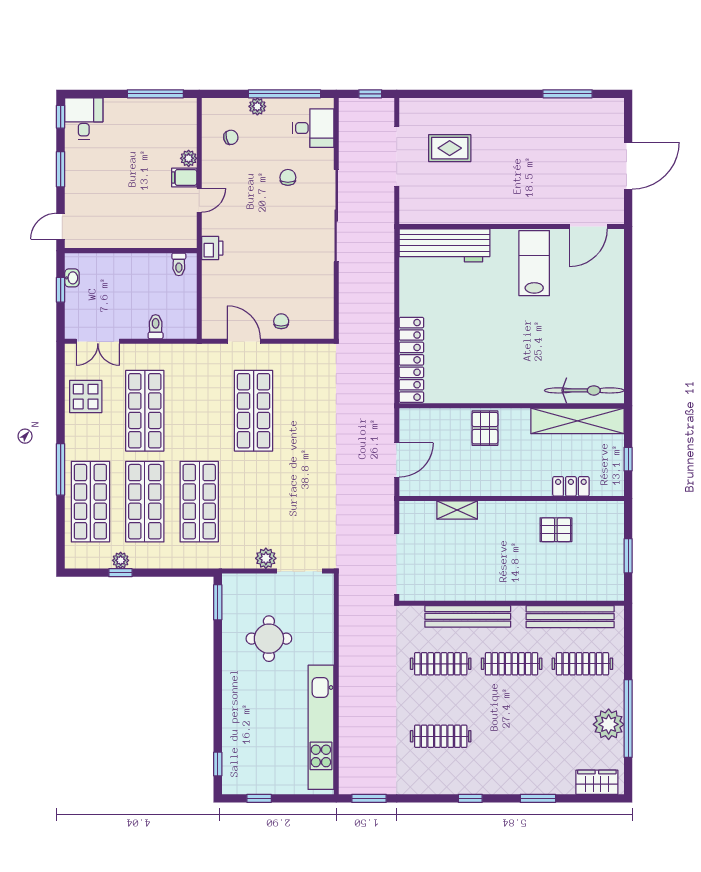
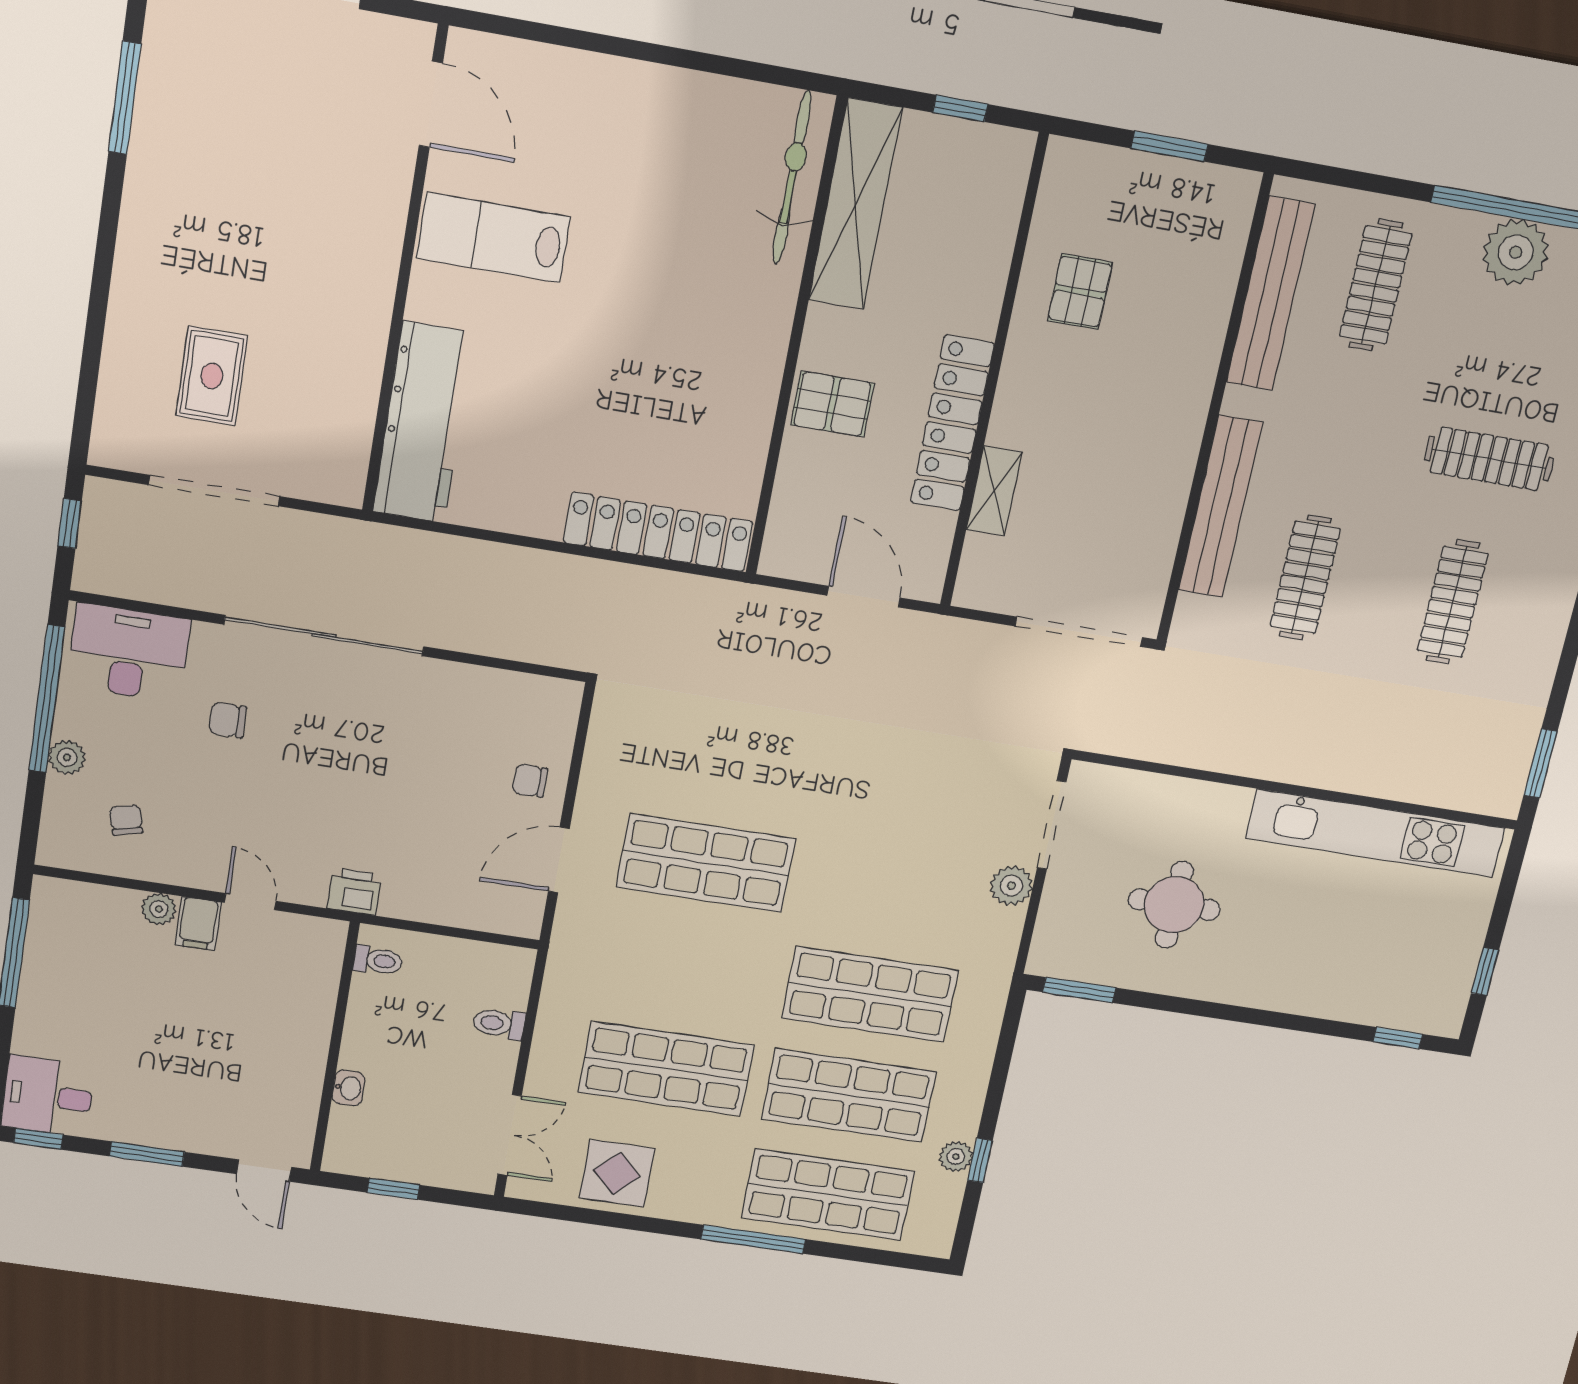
desk: (313, 128) -> (129, 653), width x1.37
washbasin: (72, 278) -> (349, 1088), moved, turned 90
locker: (571, 486) -> (952, 423), moved, width x2.16, depth x1.21
clothes rail: (512, 664) -> (1489, 459), moved, turned 90

